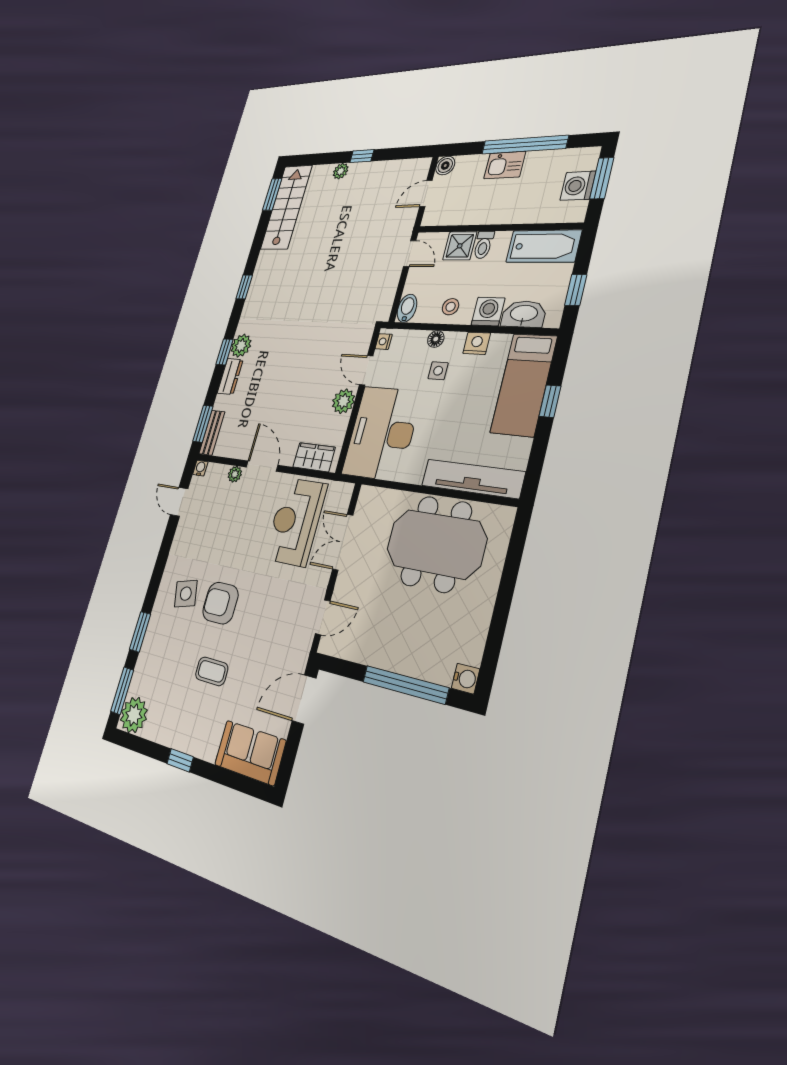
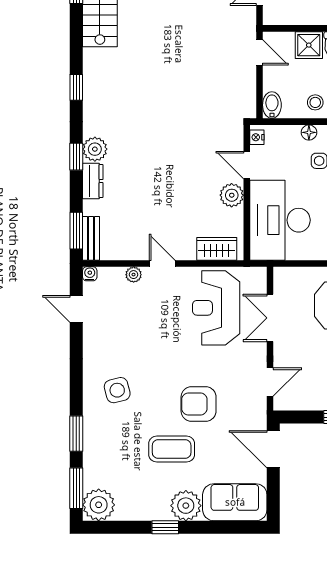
door: (262, 466) -> (162, 263), width x0.73
armchair: (220, 603) -> (199, 404), moved
coffee table: (212, 671) -> (172, 449), width x1.36, depth x1.30
door: (304, 699) -> (273, 449), hinge flipped
plant: (205, 741) -> (186, 506), added

